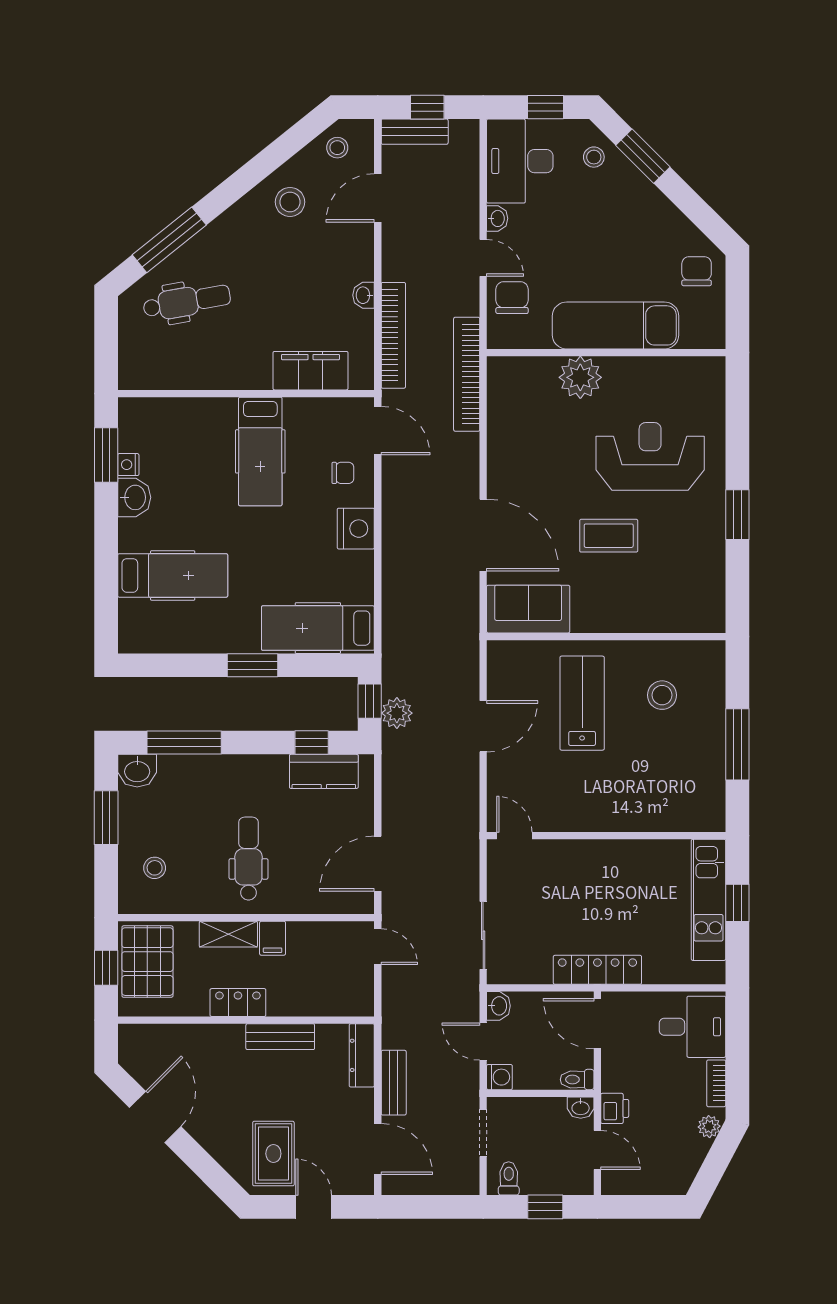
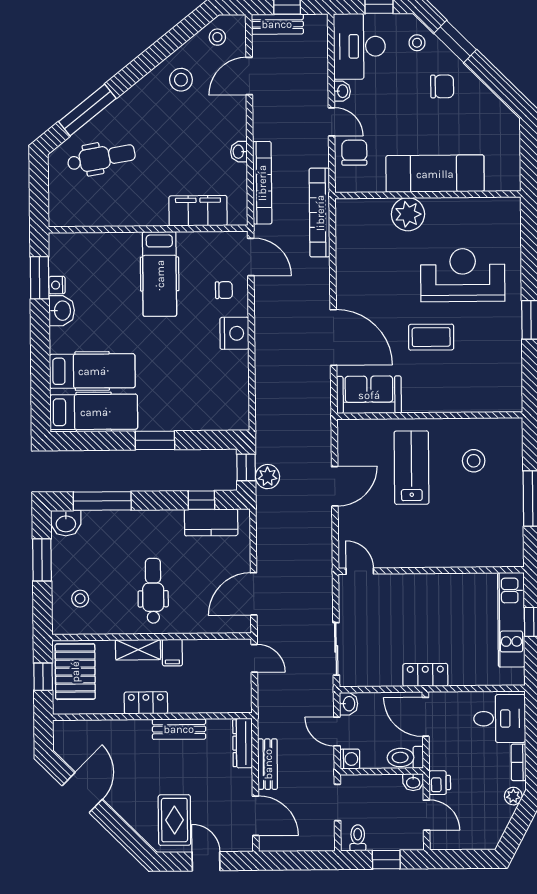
chair: (697, 271) -> (442, 86), moved, turned 90
hospital bed: (318, 628) -> (94, 412), moved, turned 180
locker: (597, 970) -> (425, 675), width x0.66
toilet: (577, 1080) -> (405, 757), width x1.37, depth x1.39

